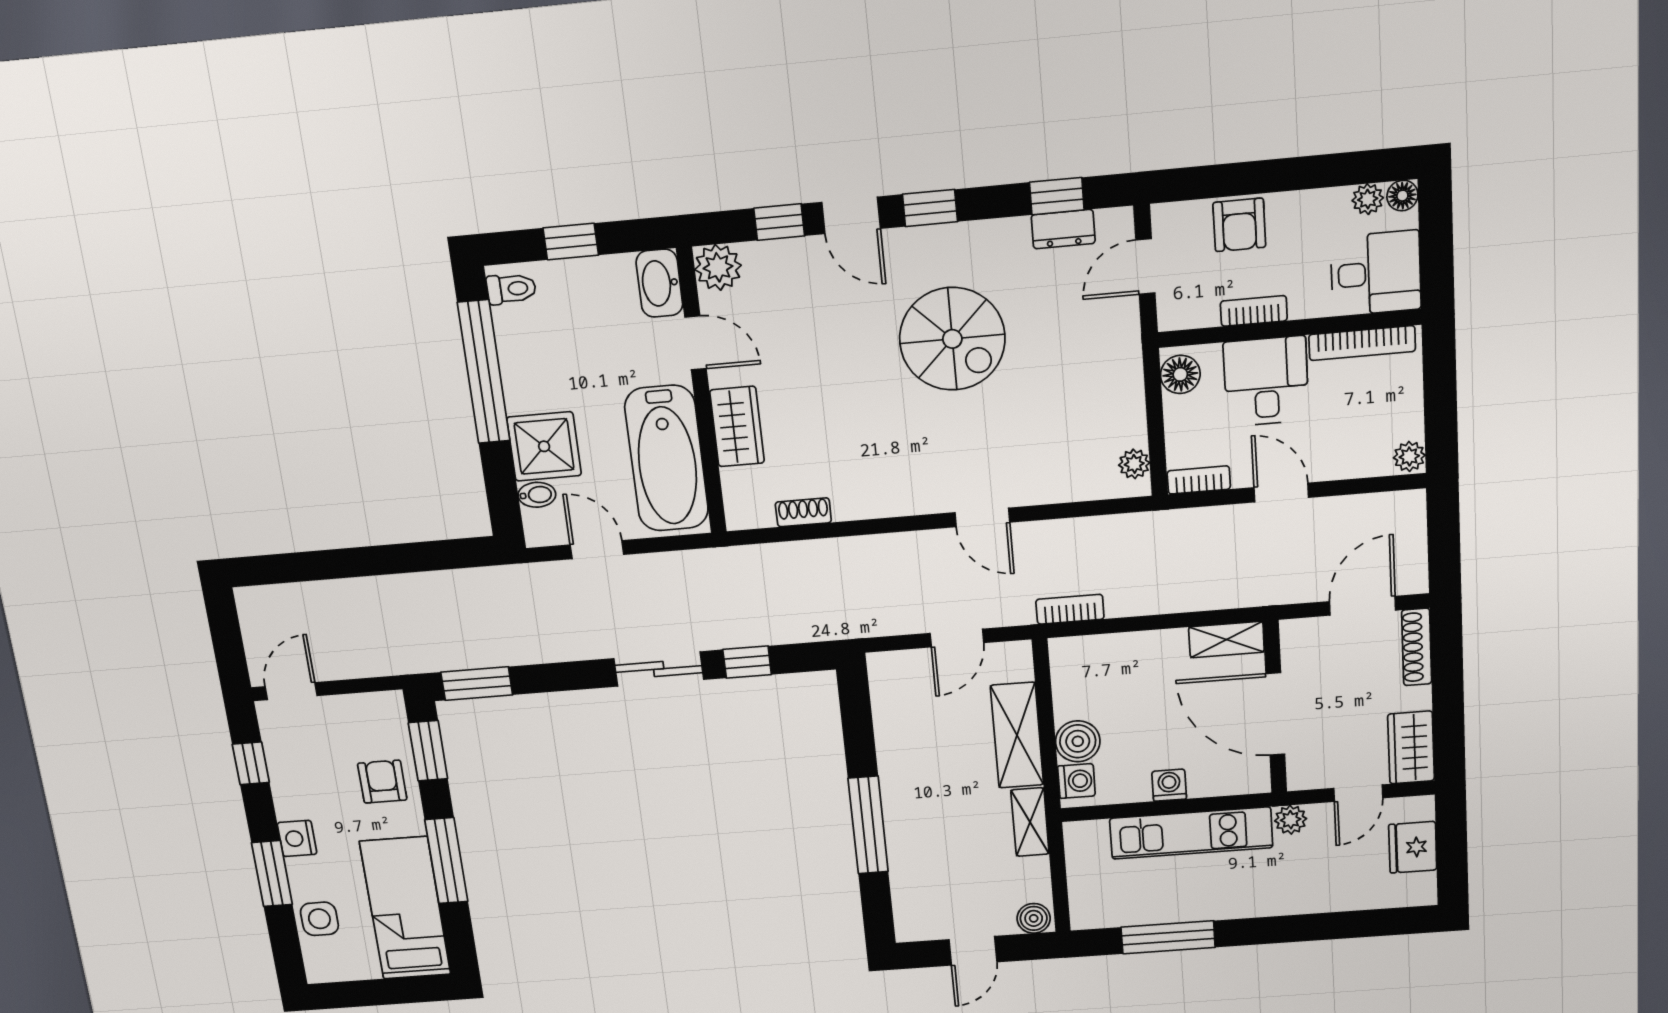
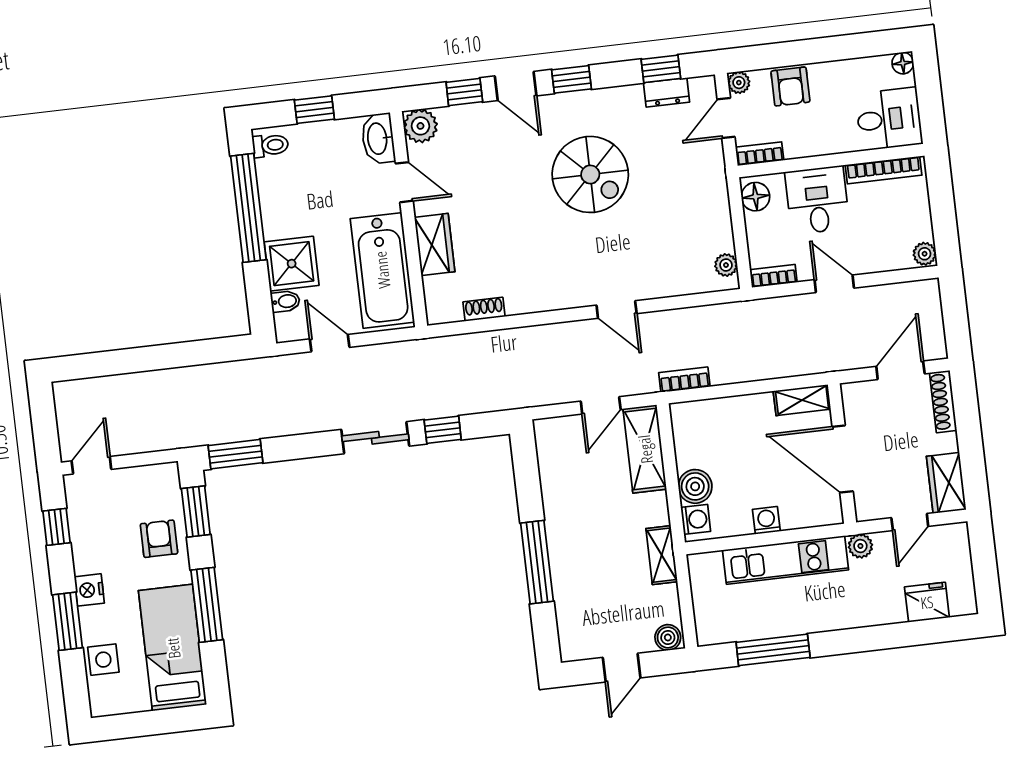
plant: (1368, 199) -> (739, 83), moved
bookcase: (1254, 311) -> (760, 154), moved
shelving: (1017, 735) -> (645, 449), moved
fridge: (1413, 847) -> (927, 602), moved, turned 90

